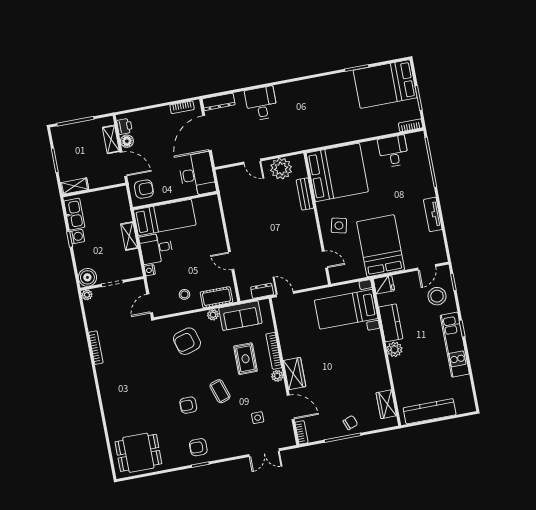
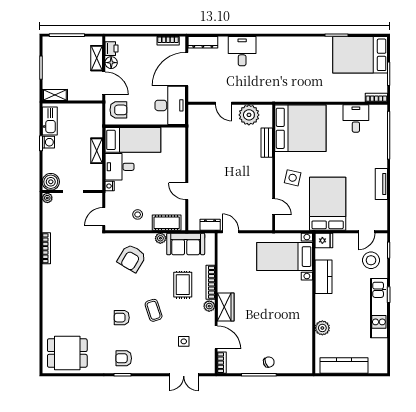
armchair: (187, 341) -> (132, 258), turned -43
plant: (395, 349) -> (322, 328), moved
wardrobe: (386, 404) -> (305, 351), removed

